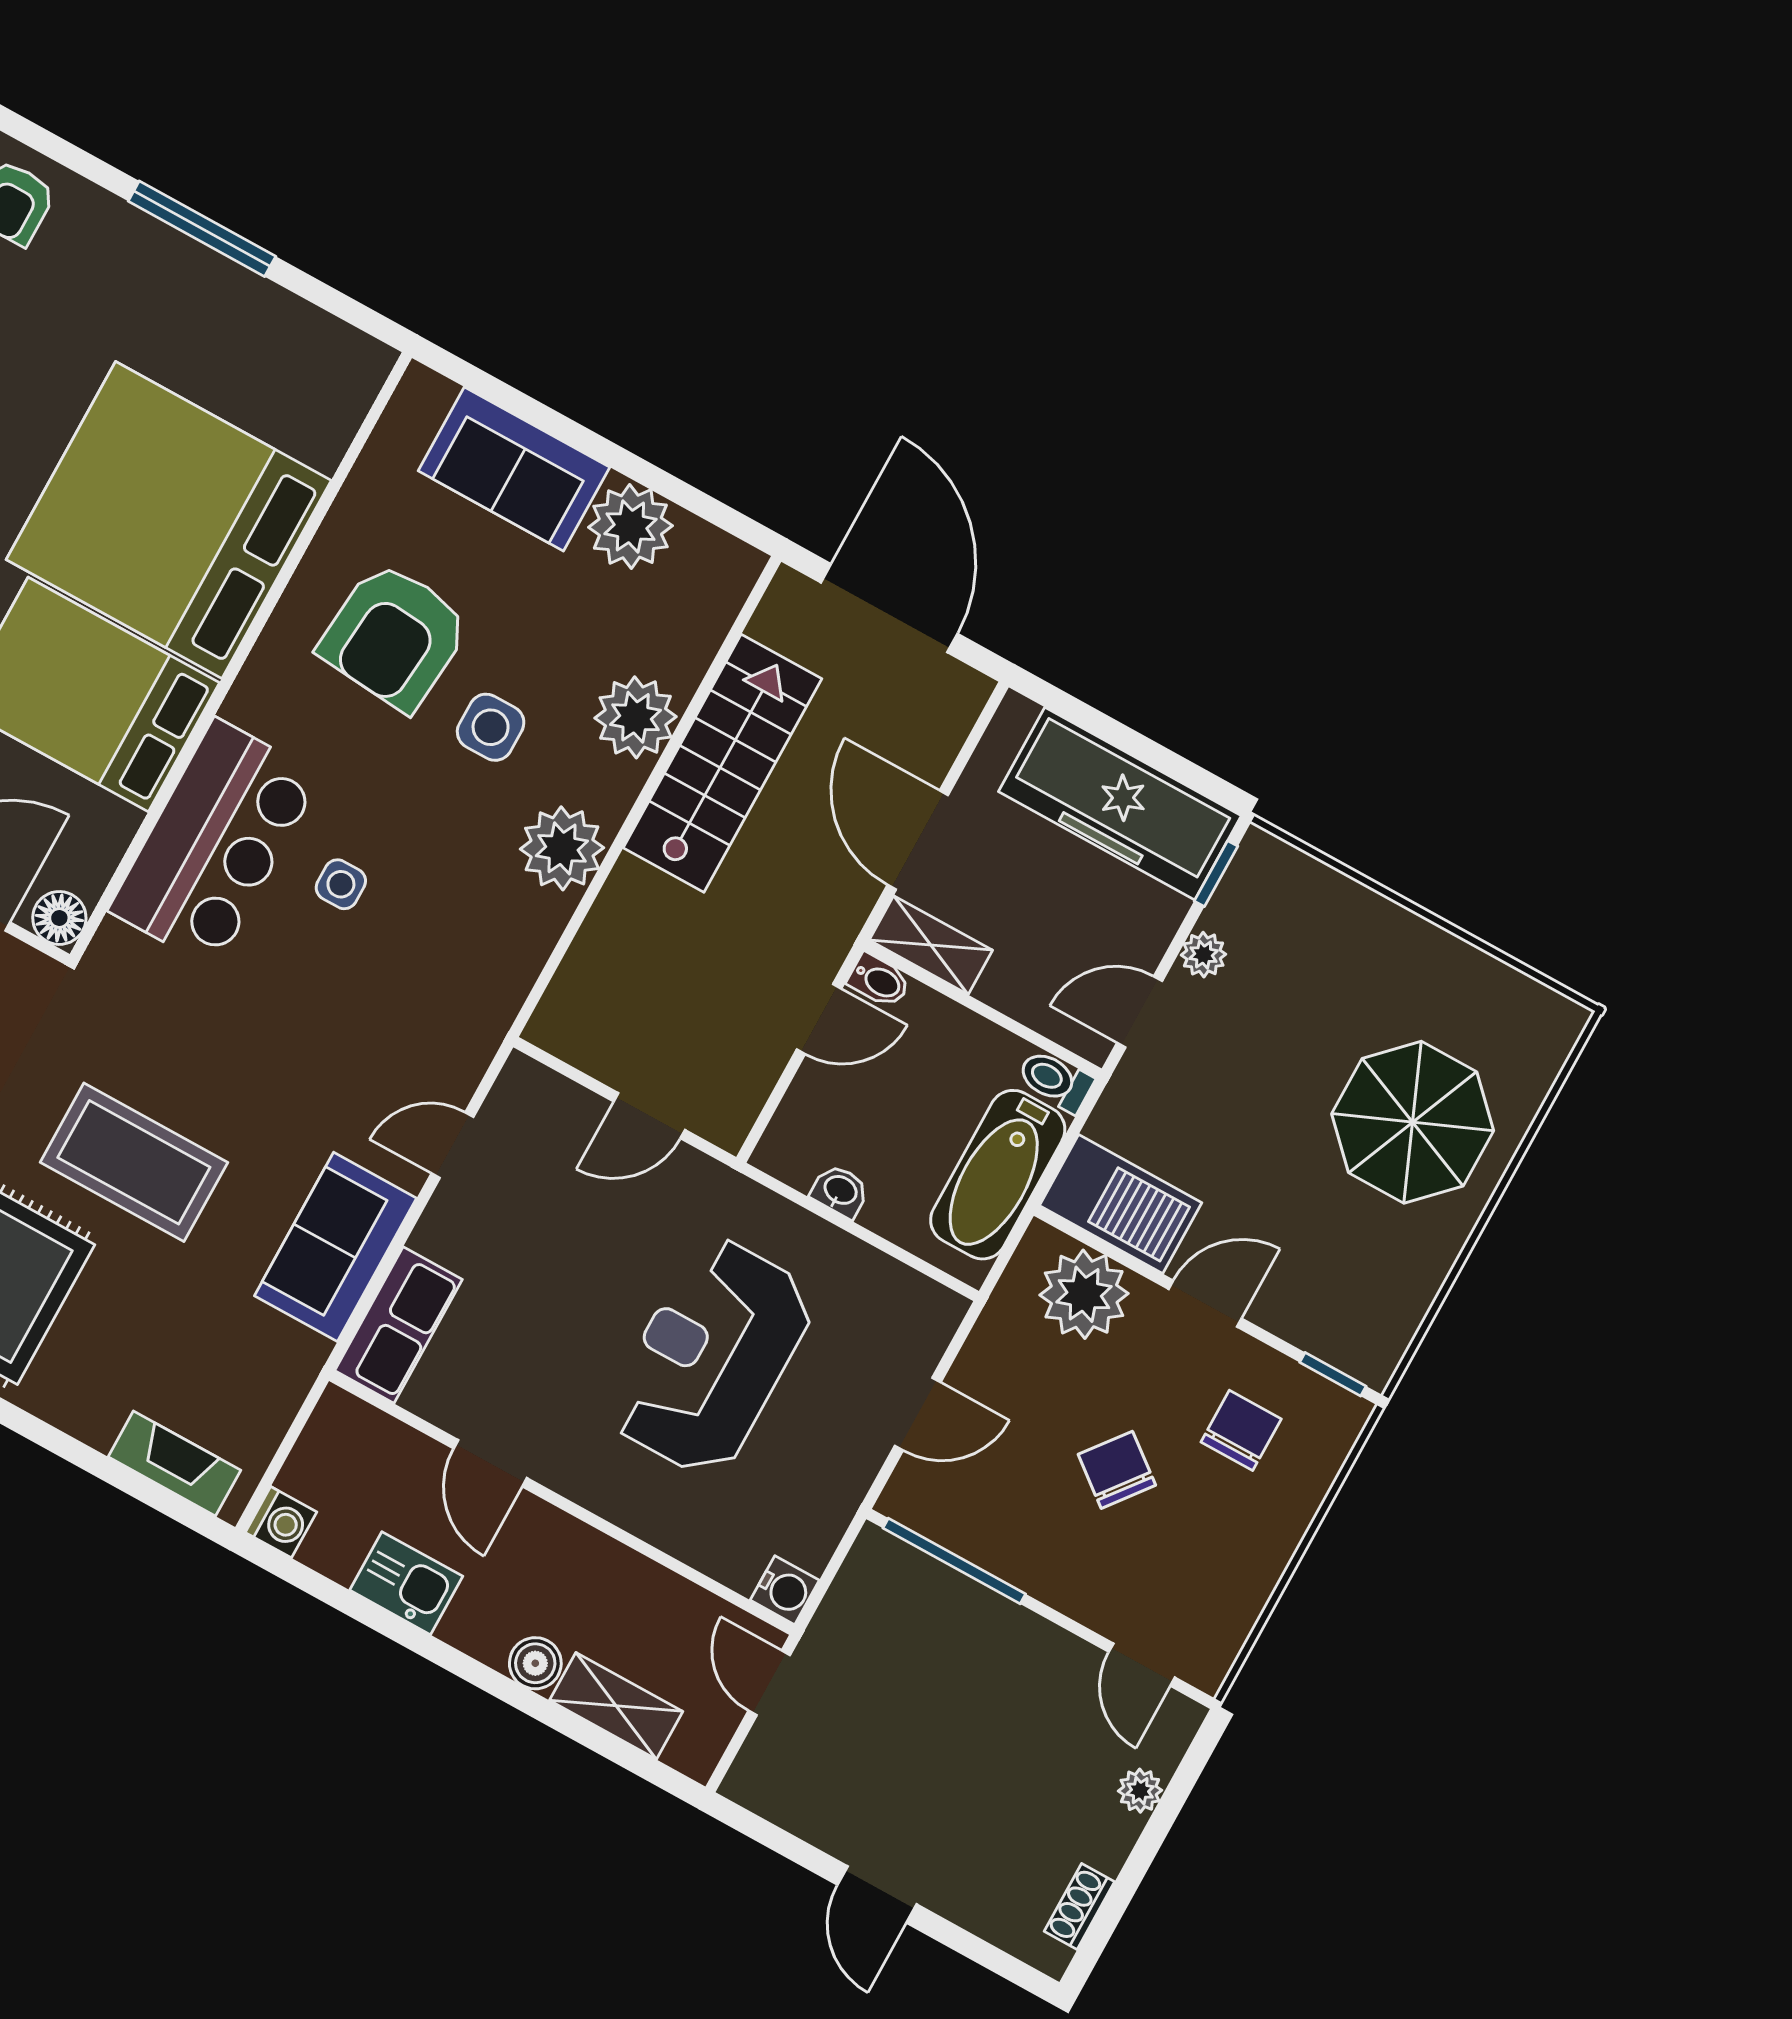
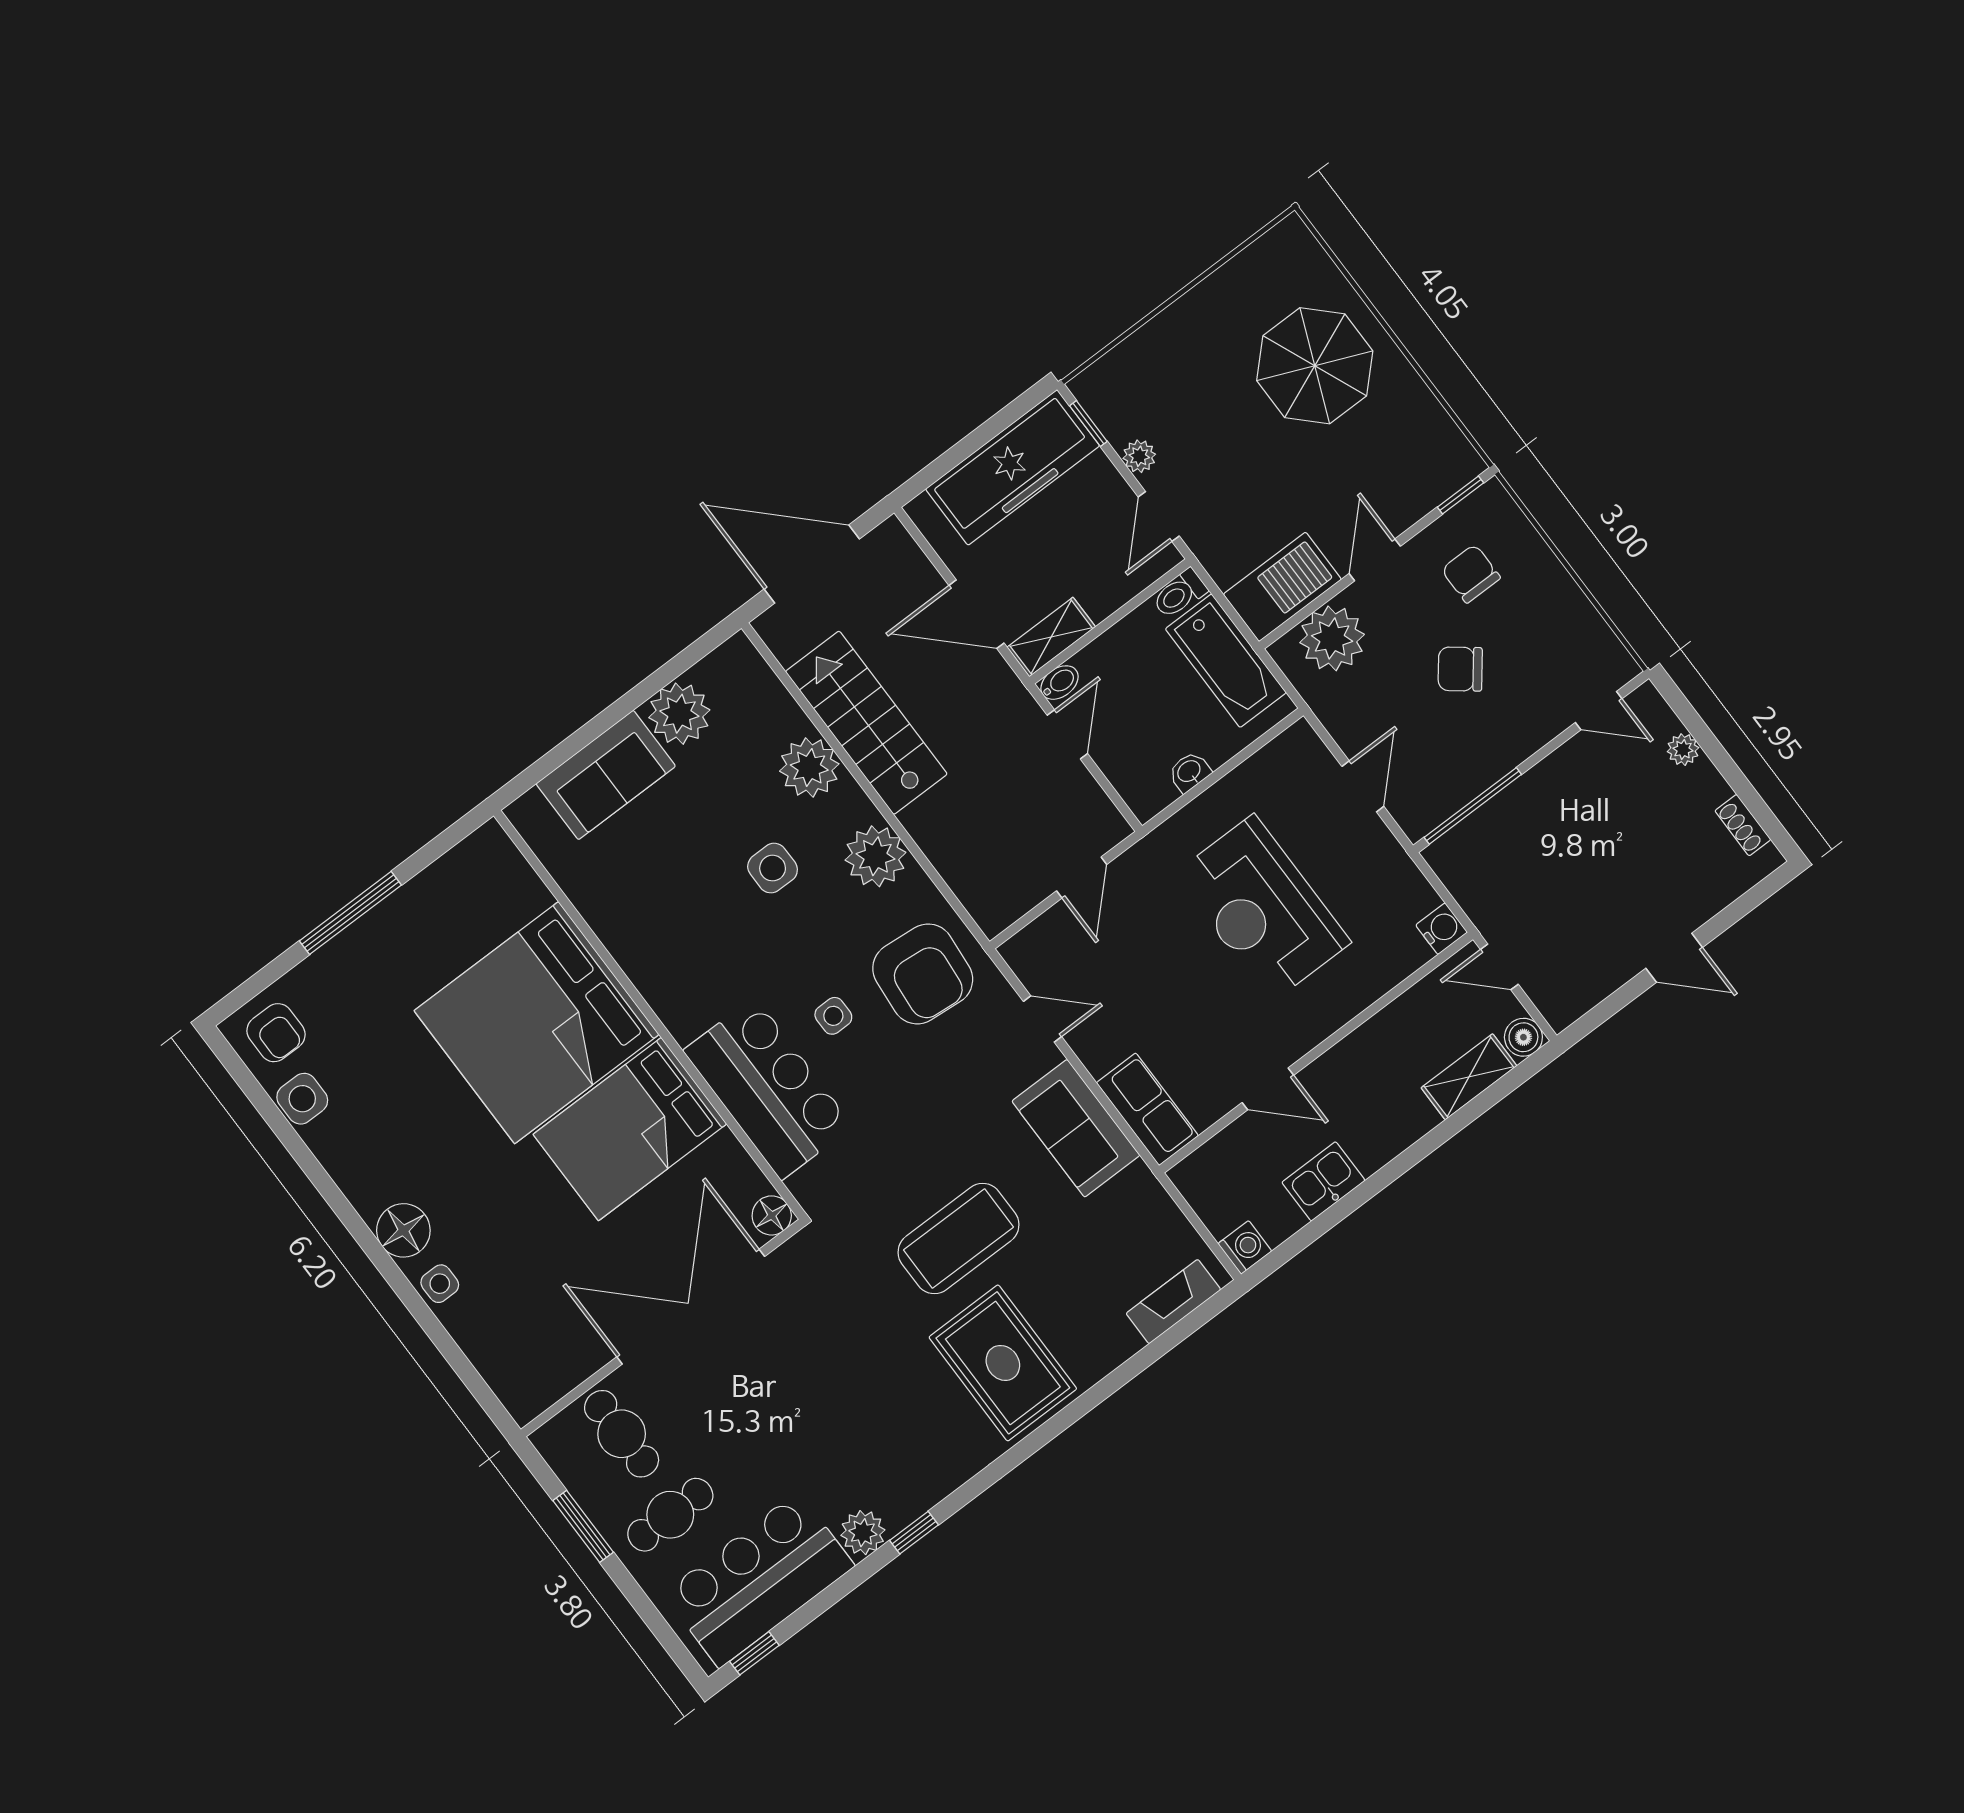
armchair: (394, 636) -> (923, 974), moved
door: (452, 1145) -> (1042, 1019), swing flipped
boiler: (535, 1663) -> (1523, 1037), moved

